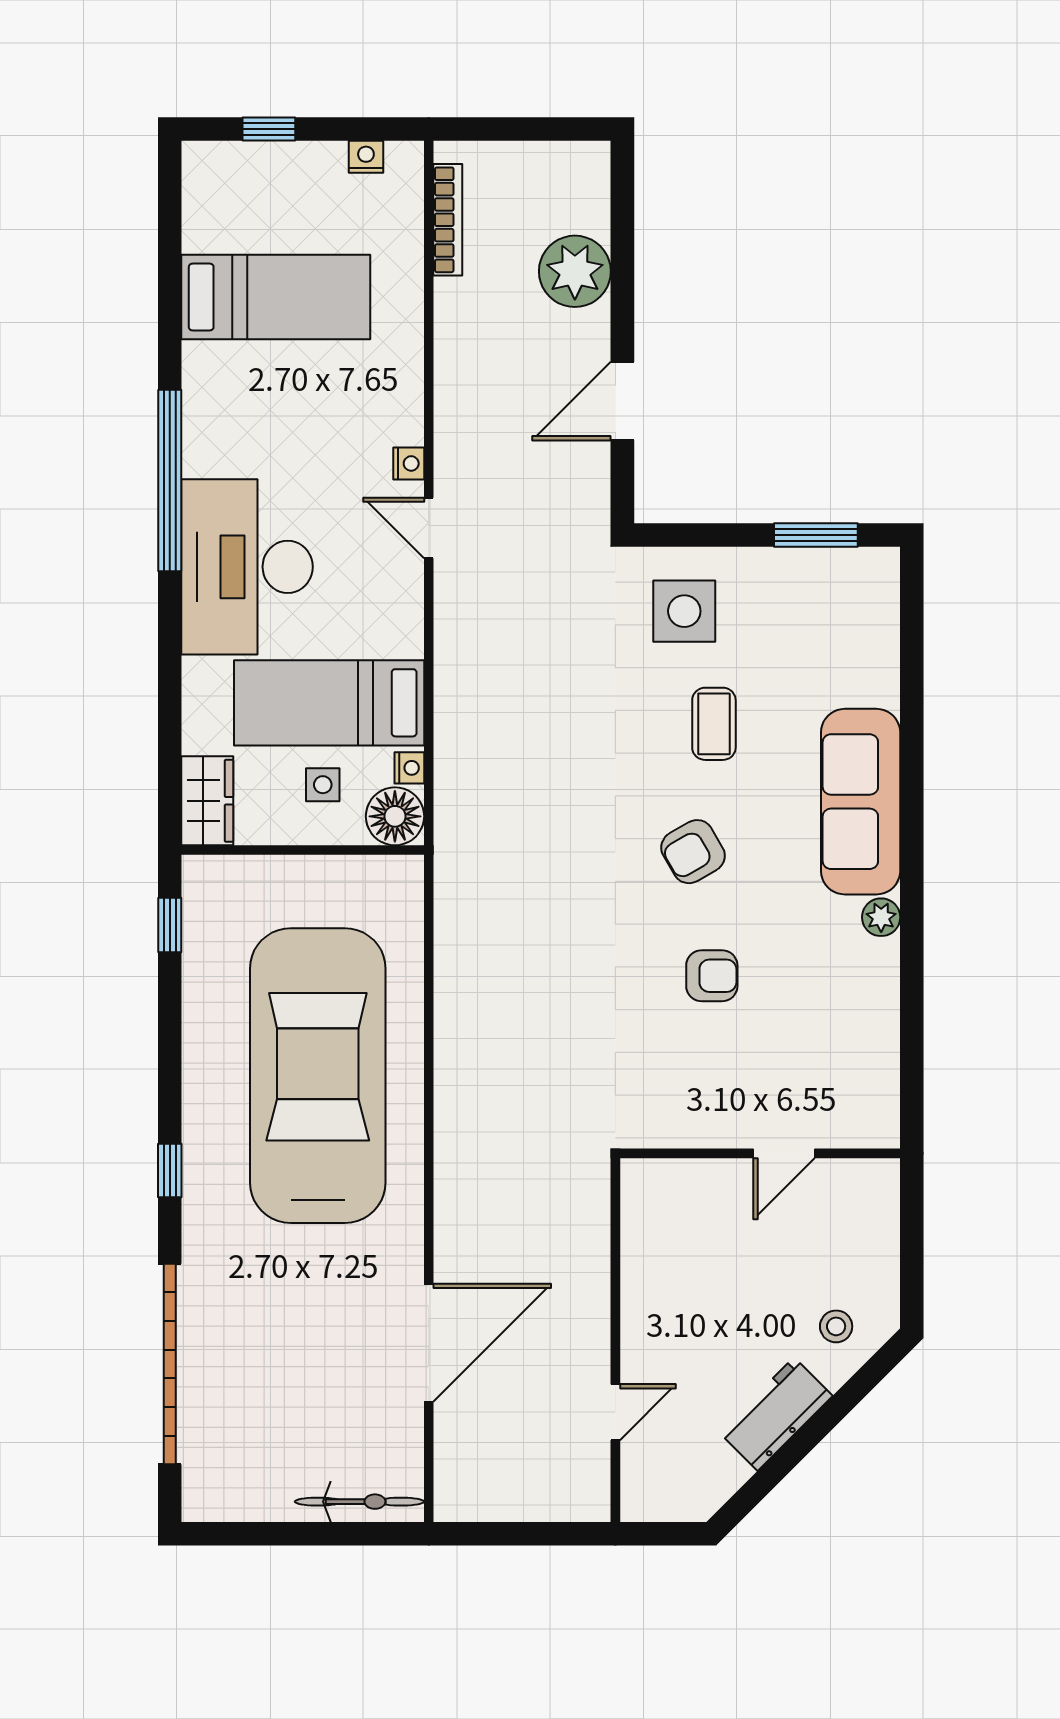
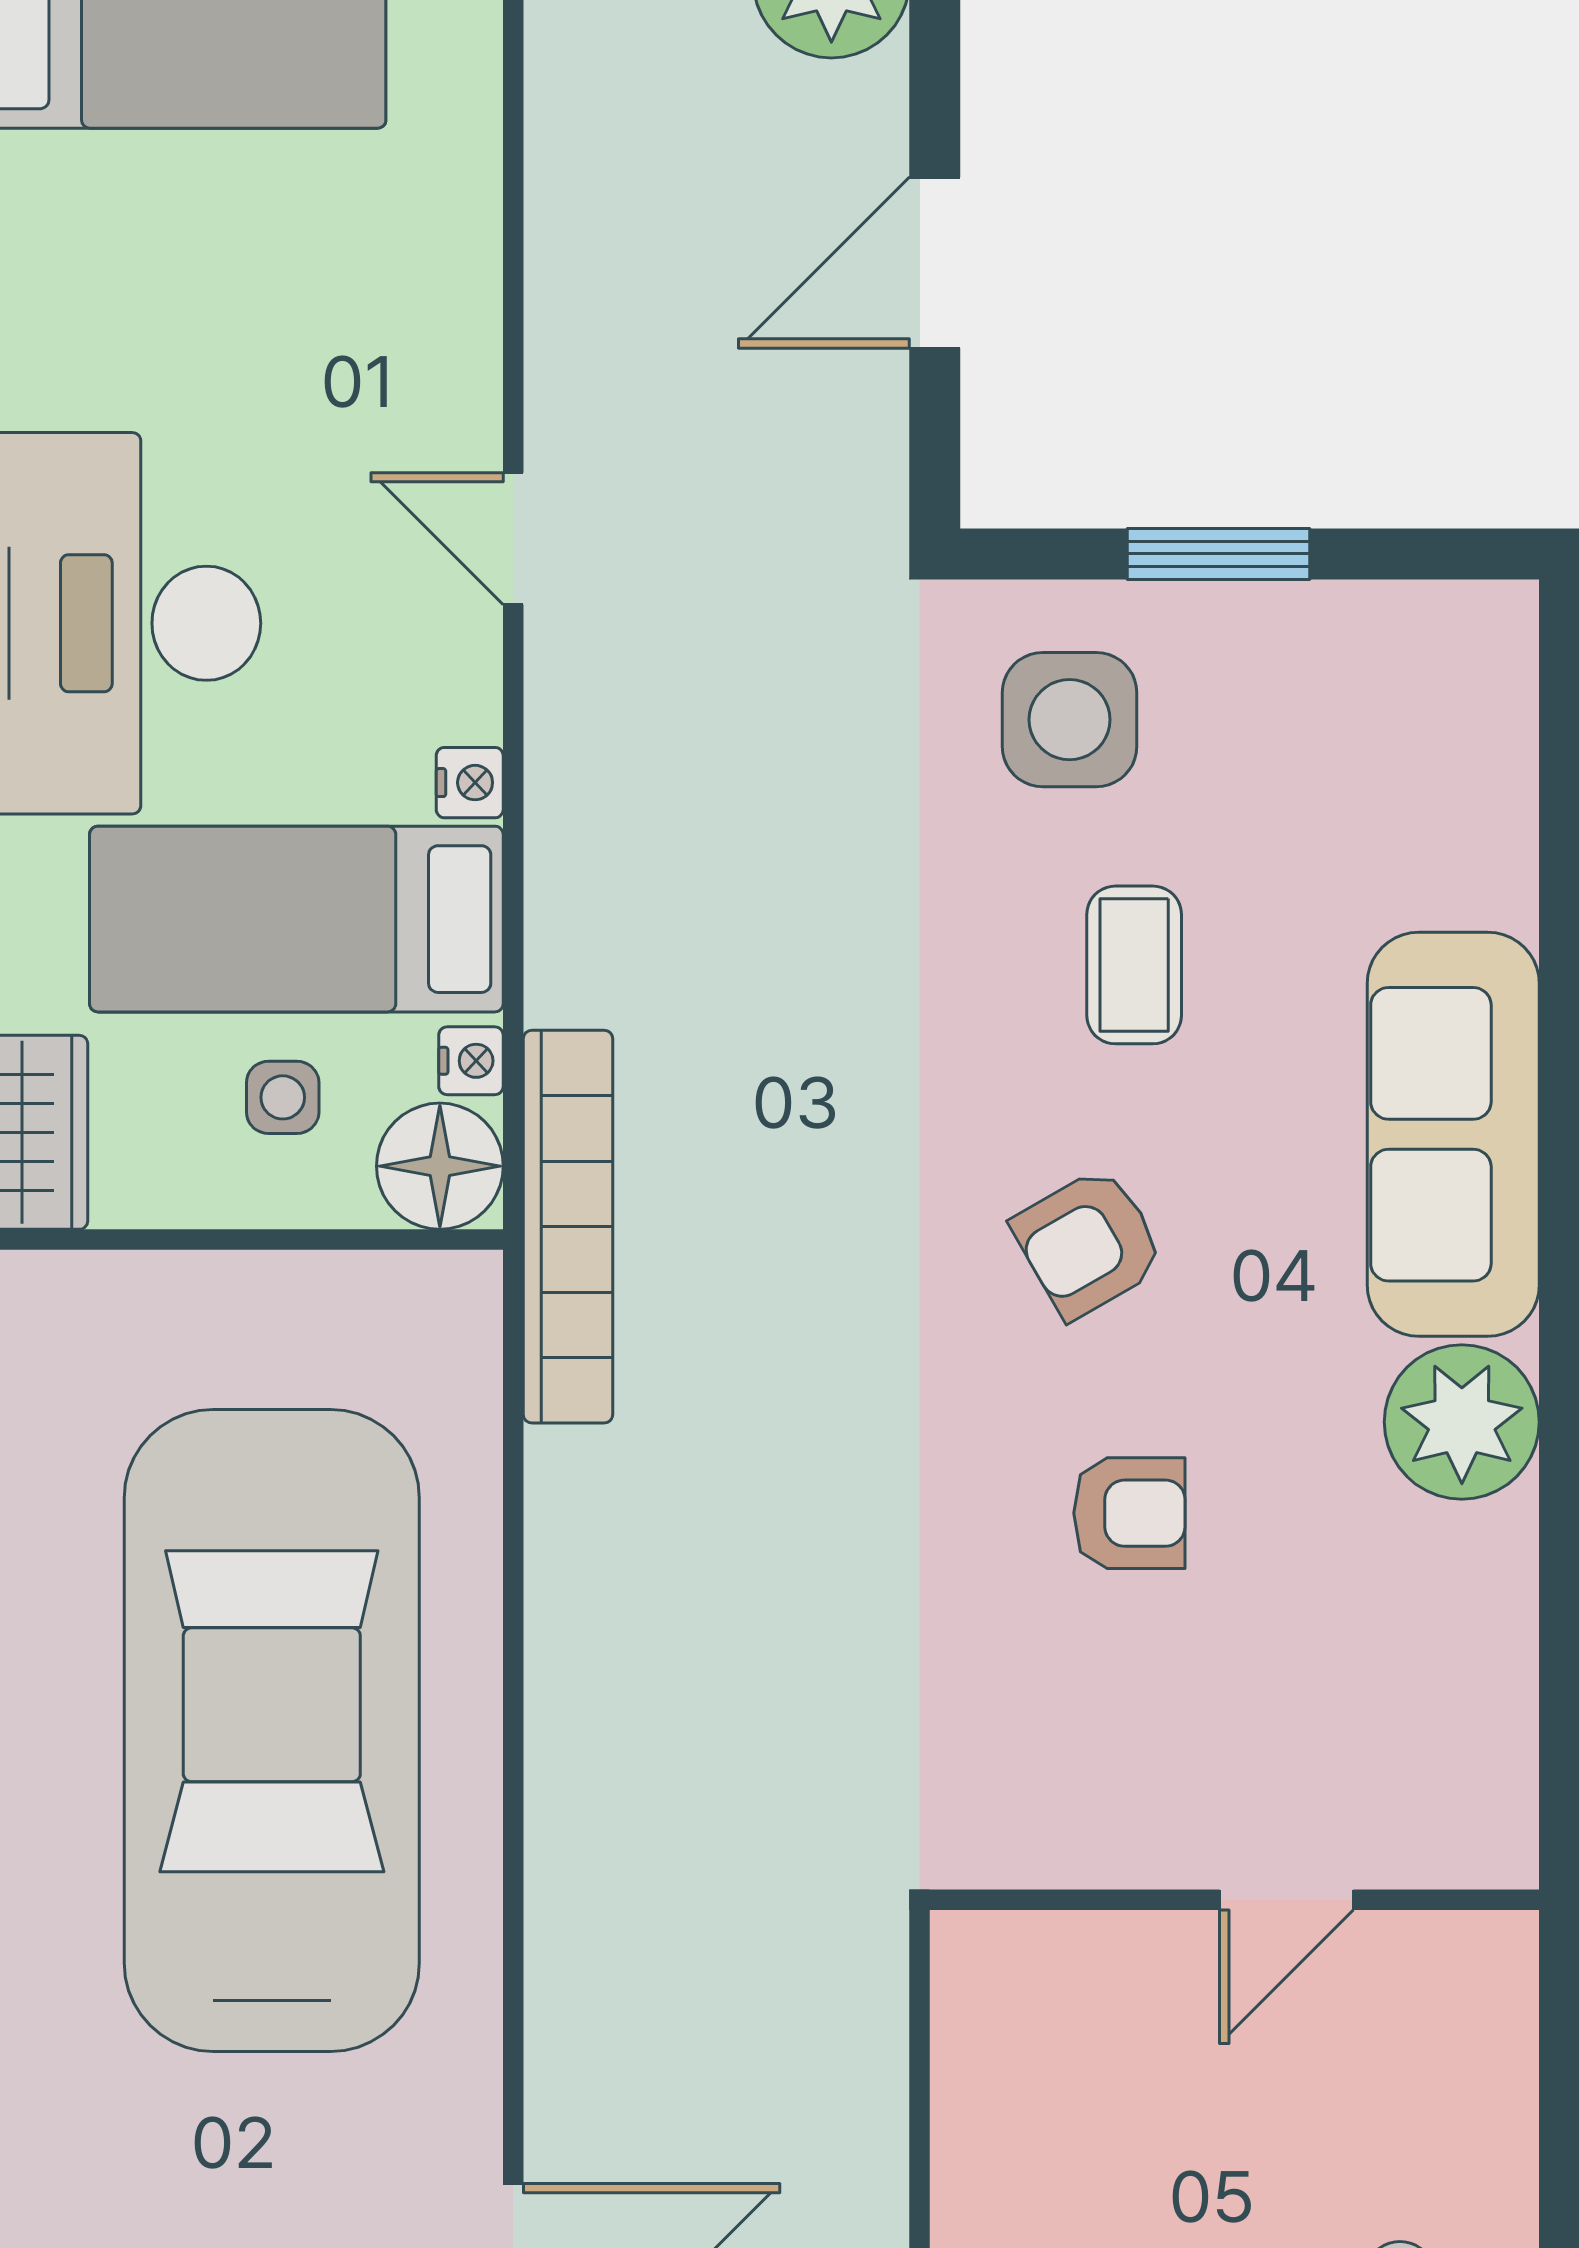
nightstand: (409, 463) -> (470, 783), moved
window: (816, 535) -> (1219, 554), moved
bookcase: (454, 844) -> (568, 1227), added
plant: (881, 917) -> (1462, 1422), width x1.88, depth x1.88

